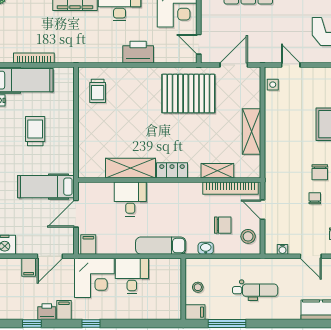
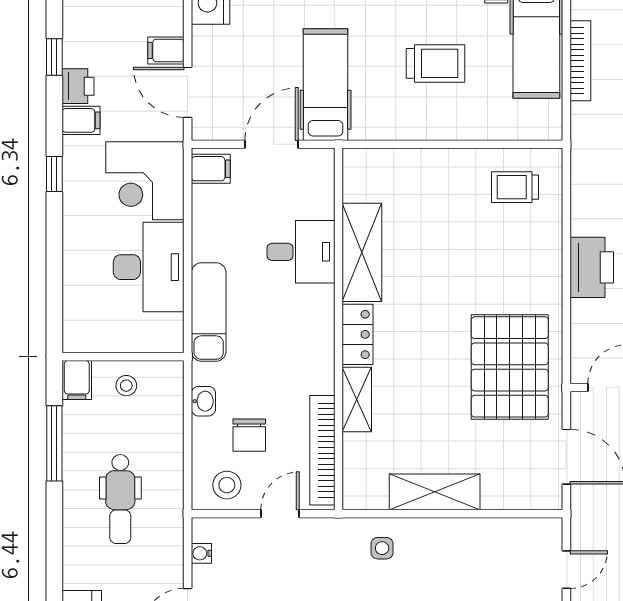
side table: (273, 85) -> (382, 548), moved
shelving: (217, 171) -> (357, 400), moved
door: (76, 214) -> (272, 144), hinge flipped
desk: (132, 276) -> (149, 267), width x1.37

